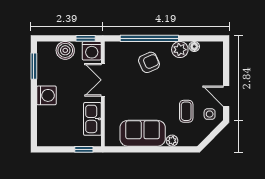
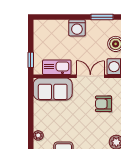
armchair: (149, 62) -> (104, 104), moved, turned 114
sofa: (143, 133) -> (53, 89), moved, turned 90

